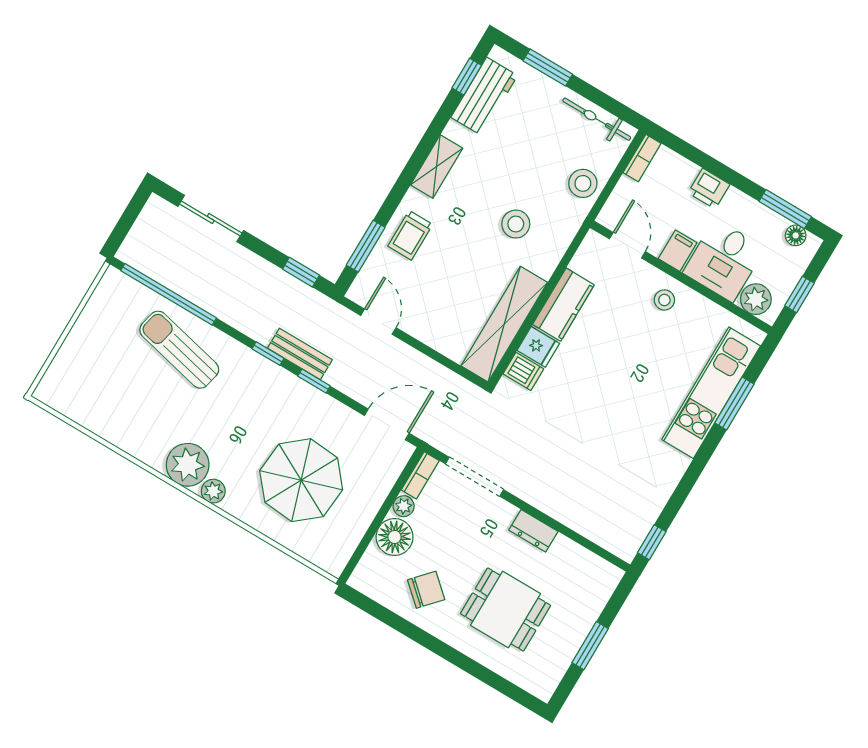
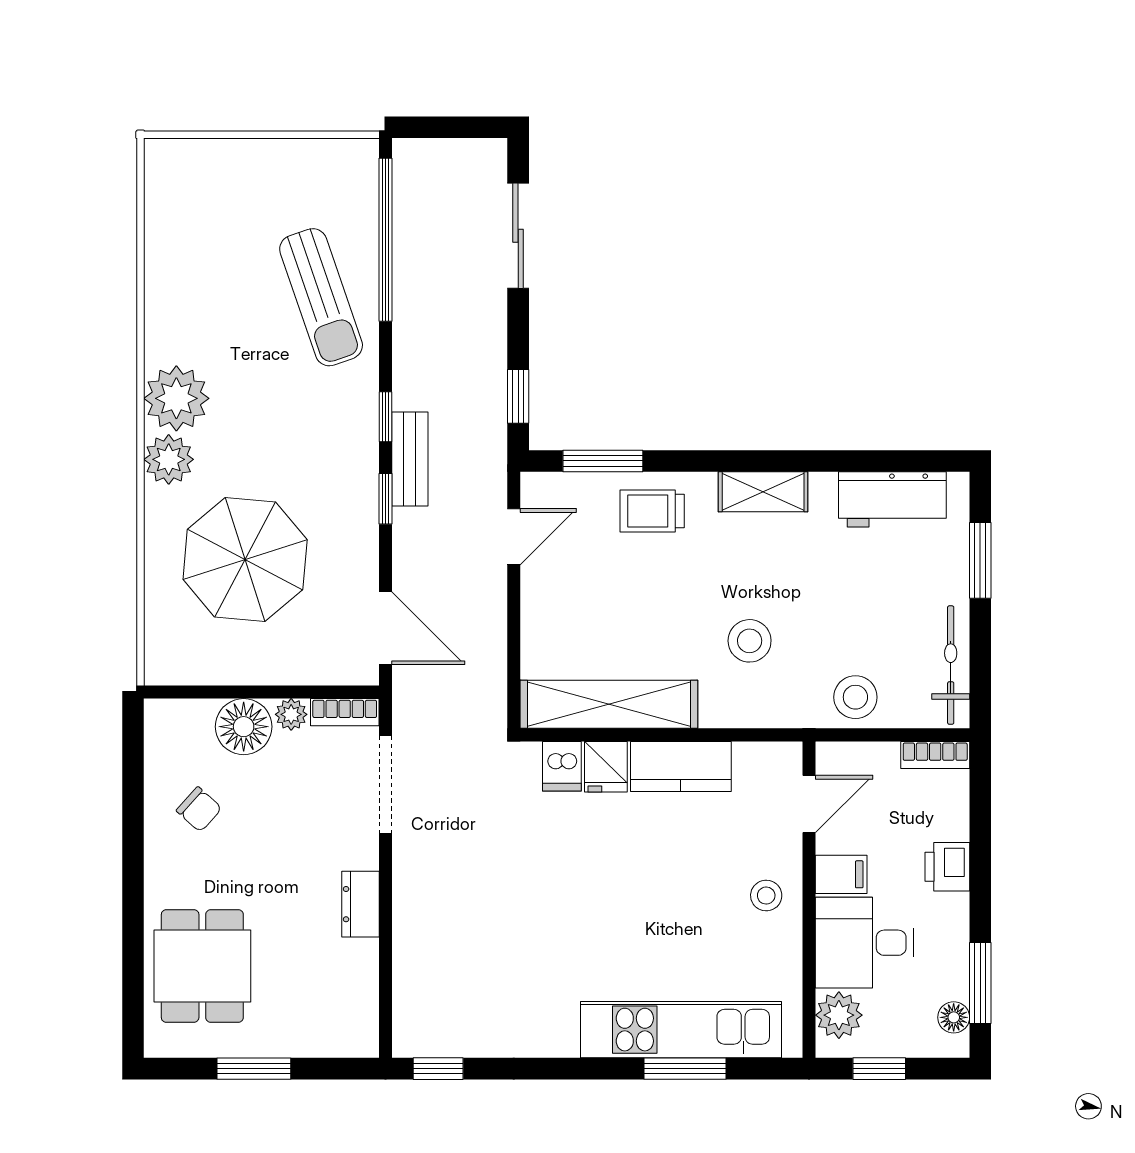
window: (467, 77) -> (905, 461), removed
sun lounger: (179, 350) -> (321, 297), turned 148
plant: (213, 491) -> (169, 459), width x1.38, depth x1.38
chair: (426, 590) -> (199, 809), width x0.73, depth x0.73
dining table: (506, 609) -> (202, 966), moved

